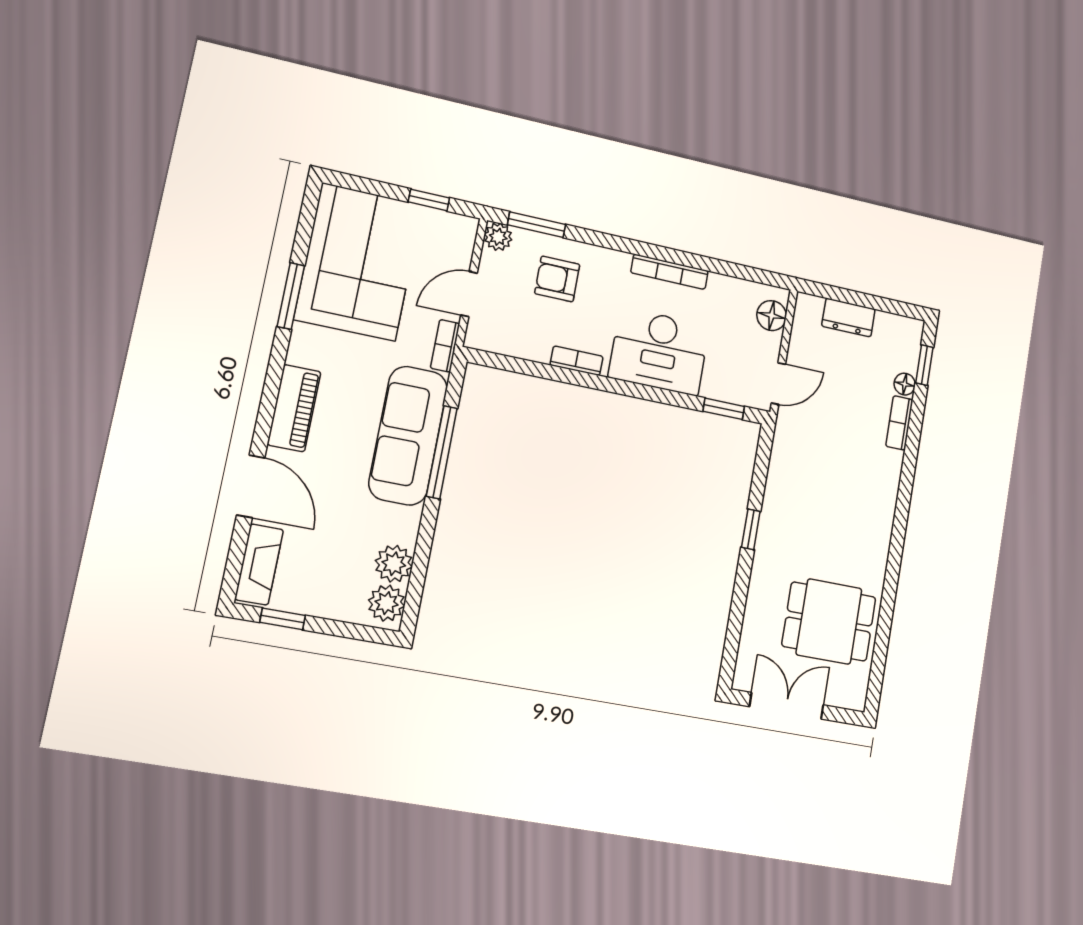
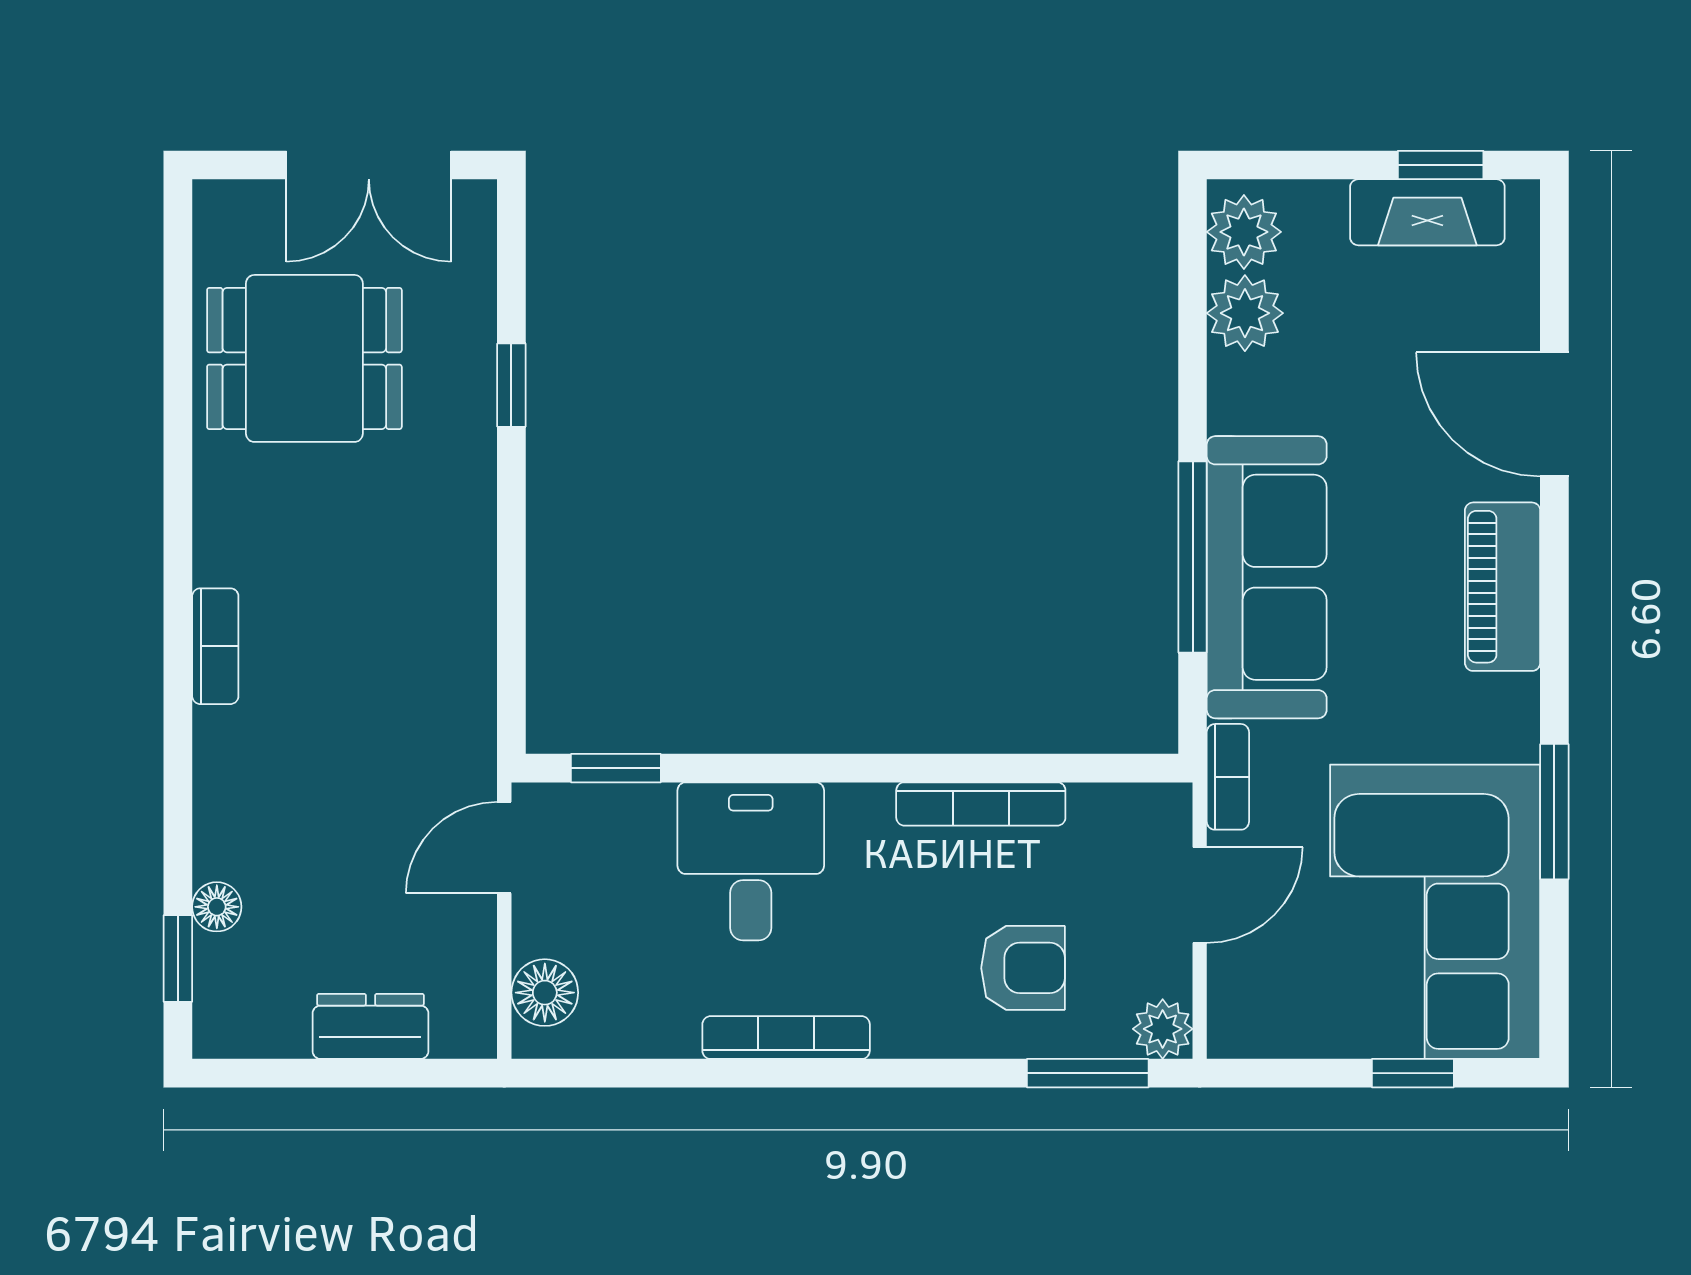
window: (429, 200) -> (1413, 1073), moved
desk: (659, 351) -> (751, 861), width x0.73
bookcase: (577, 361) -> (981, 804), width x1.56
bookcase: (899, 423) -> (215, 646), moved
window: (751, 529) -> (511, 385), moved
fireplace: (259, 564) -> (1427, 212), moved, turned -90

